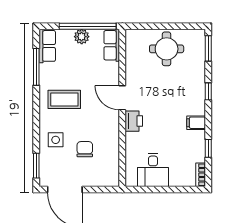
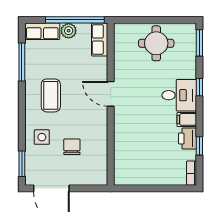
row of seats: (47, 46) -> (42, 31), moved, turned 90
coffee table: (64, 99) -> (51, 95), turned 90
printer: (134, 121) -> (187, 138), moved, turned 180
desk: (153, 170) -> (179, 95), moved, turned -90

